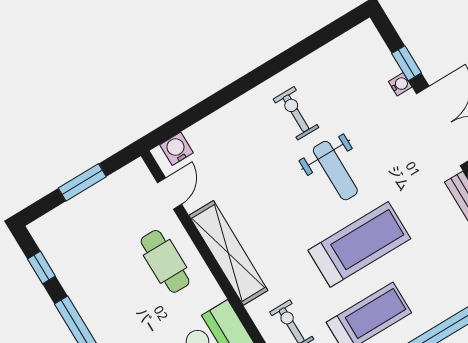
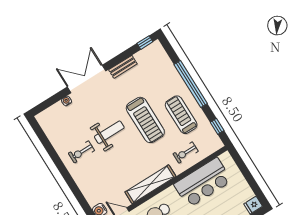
window: (407, 63) -> (56, 98), removed
treadmill: (359, 244) -> (145, 120), turned 180

